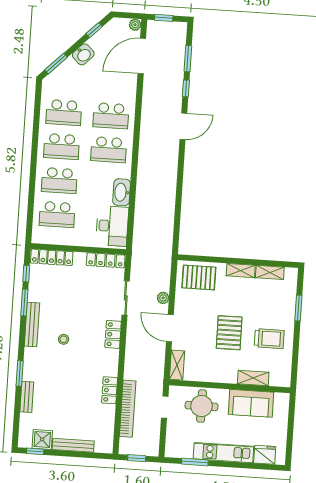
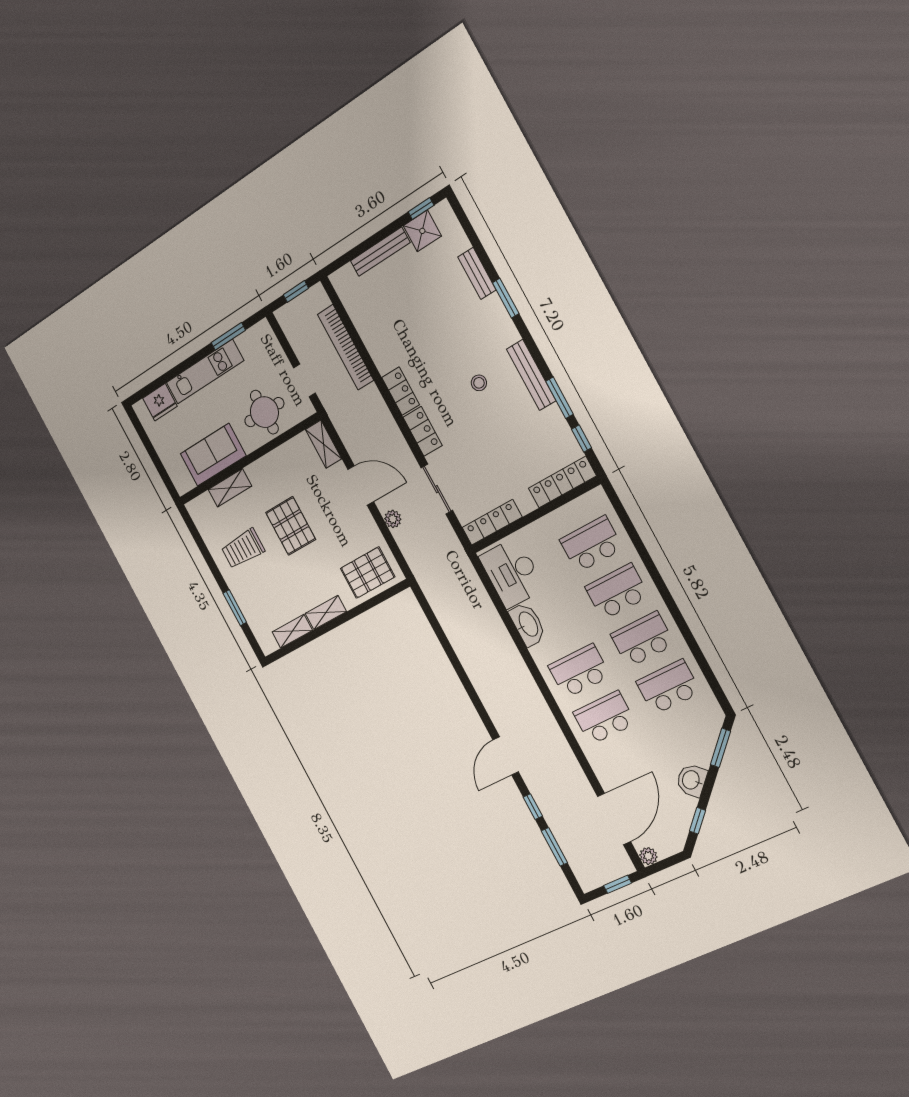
locker: (110, 390) -> (401, 391), moved

